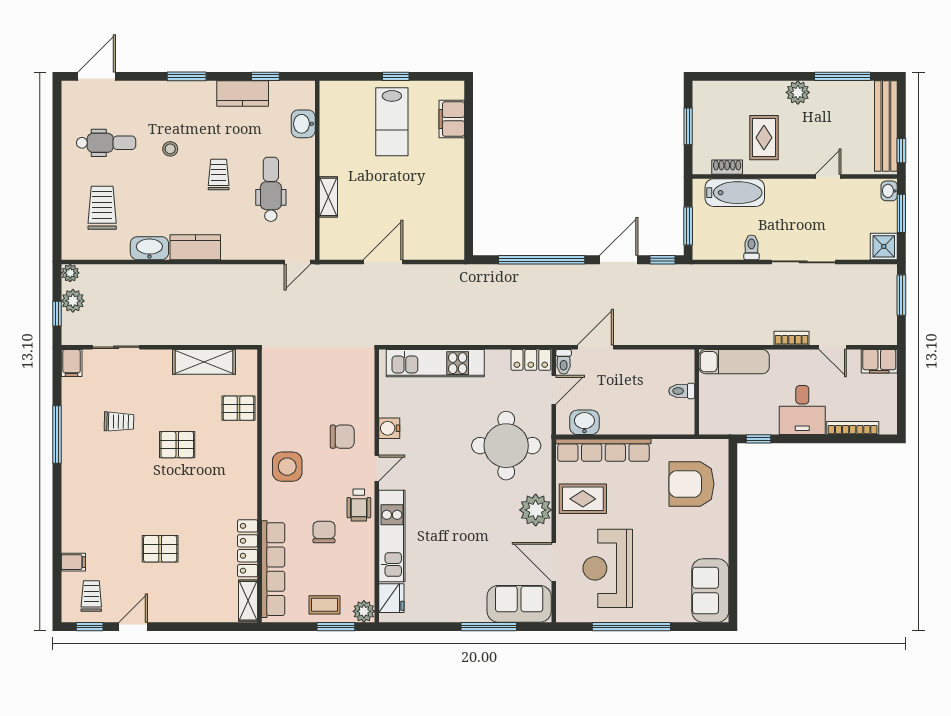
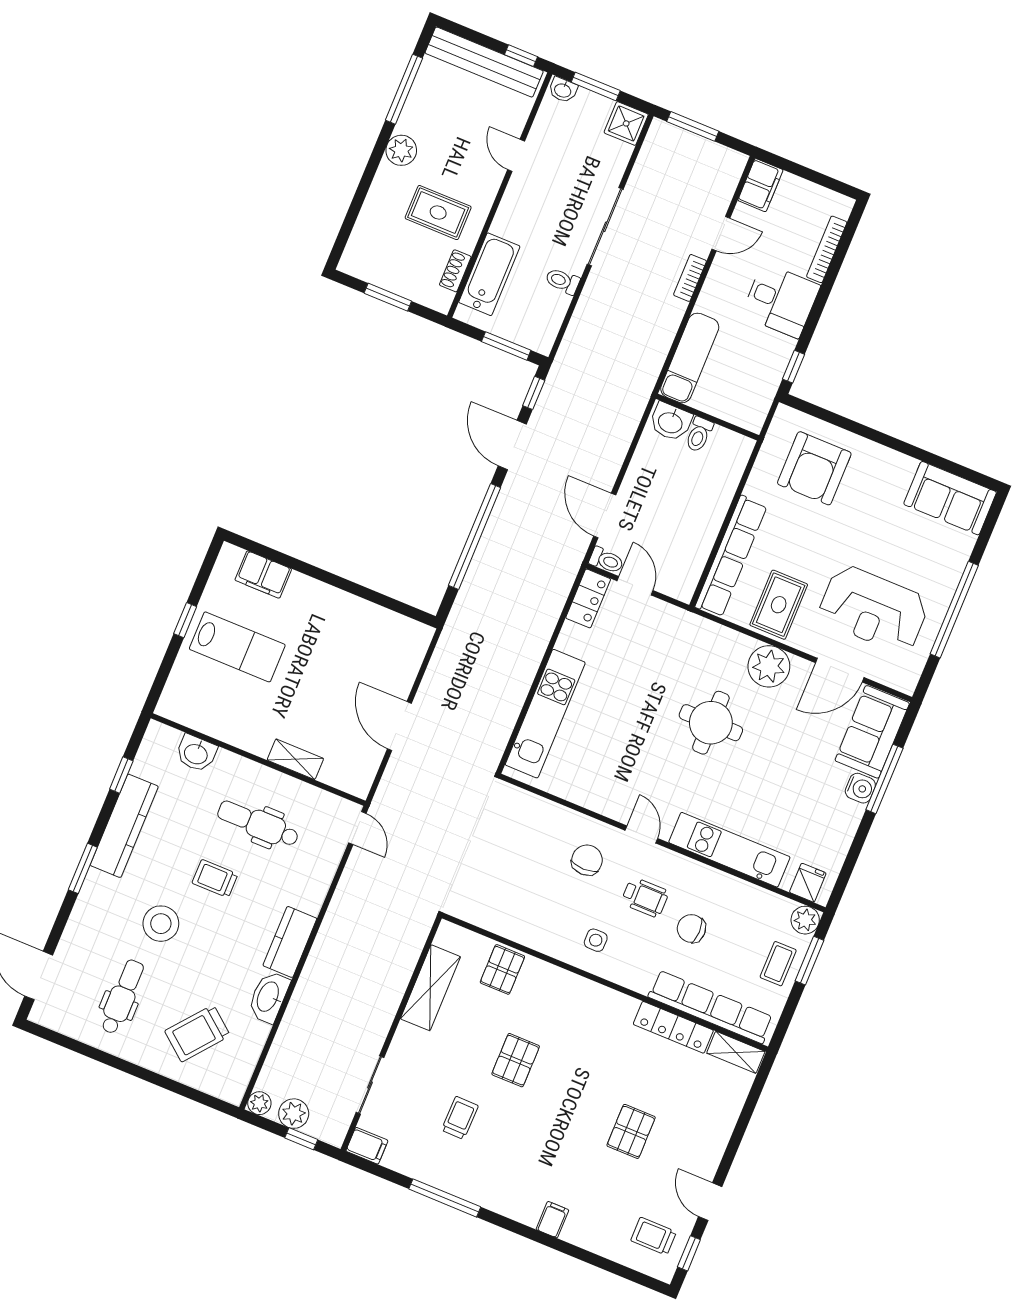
kitchen counter: (243, 94) -> (124, 826), width x1.50
stool: (170, 149) -> (161, 924), width x1.89, depth x1.89
trolley: (102, 208) -> (197, 1033), turned -51
washbasin: (584, 422) -> (671, 422), moved, turned -90
water cooler: (389, 428) -> (860, 788), moved, turned -90
round table: (506, 446) -> (711, 723), moved, width x0.73, depth x0.73
side table: (287, 467) -> (596, 940), width x0.54, depth x0.54
wheelchair: (359, 505) -> (645, 897), moved
filing cabinet: (73, 562) -> (552, 1220), moved
fridge: (391, 598) -> (808, 883), width x0.72

